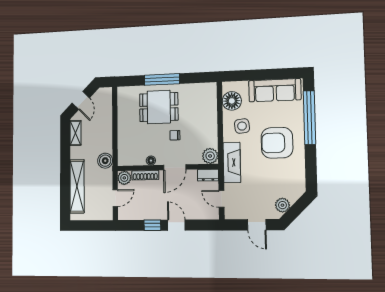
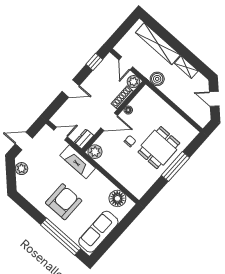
side table: (242, 126) -> (95, 190), removed
shelving: (75, 133) -> (186, 67), moved
door: (175, 167) -> (109, 122), swing flipped
window: (152, 225) -> (94, 62), moved

